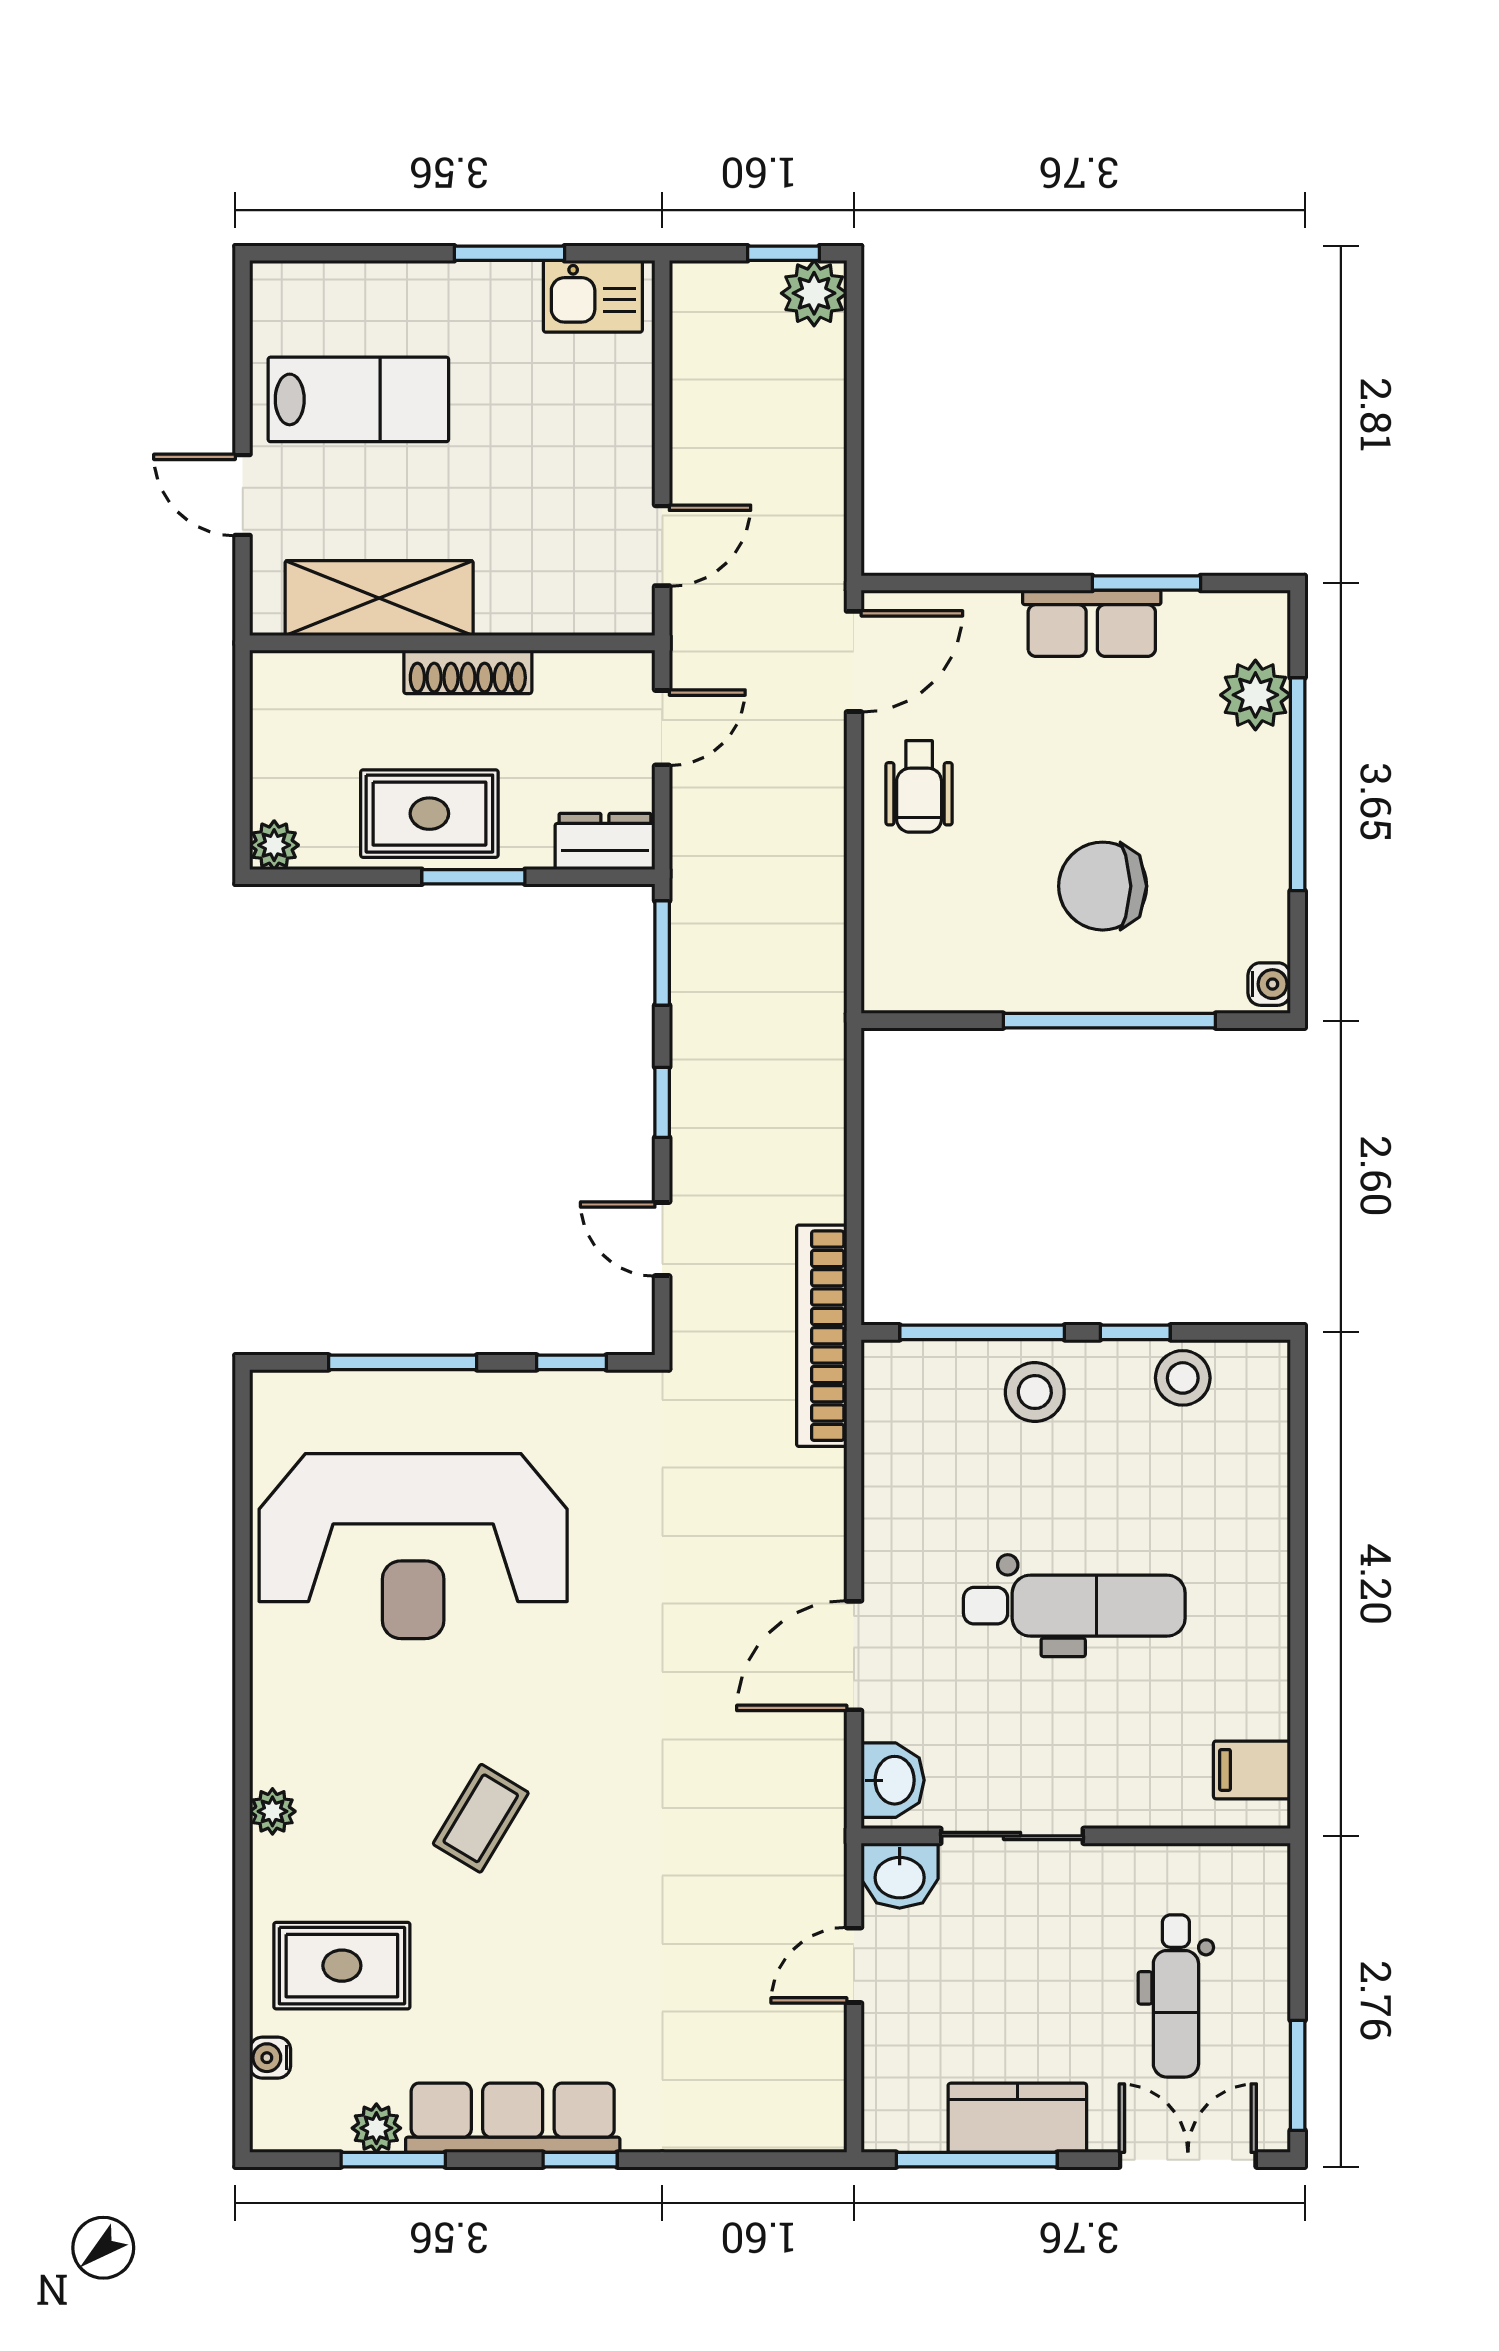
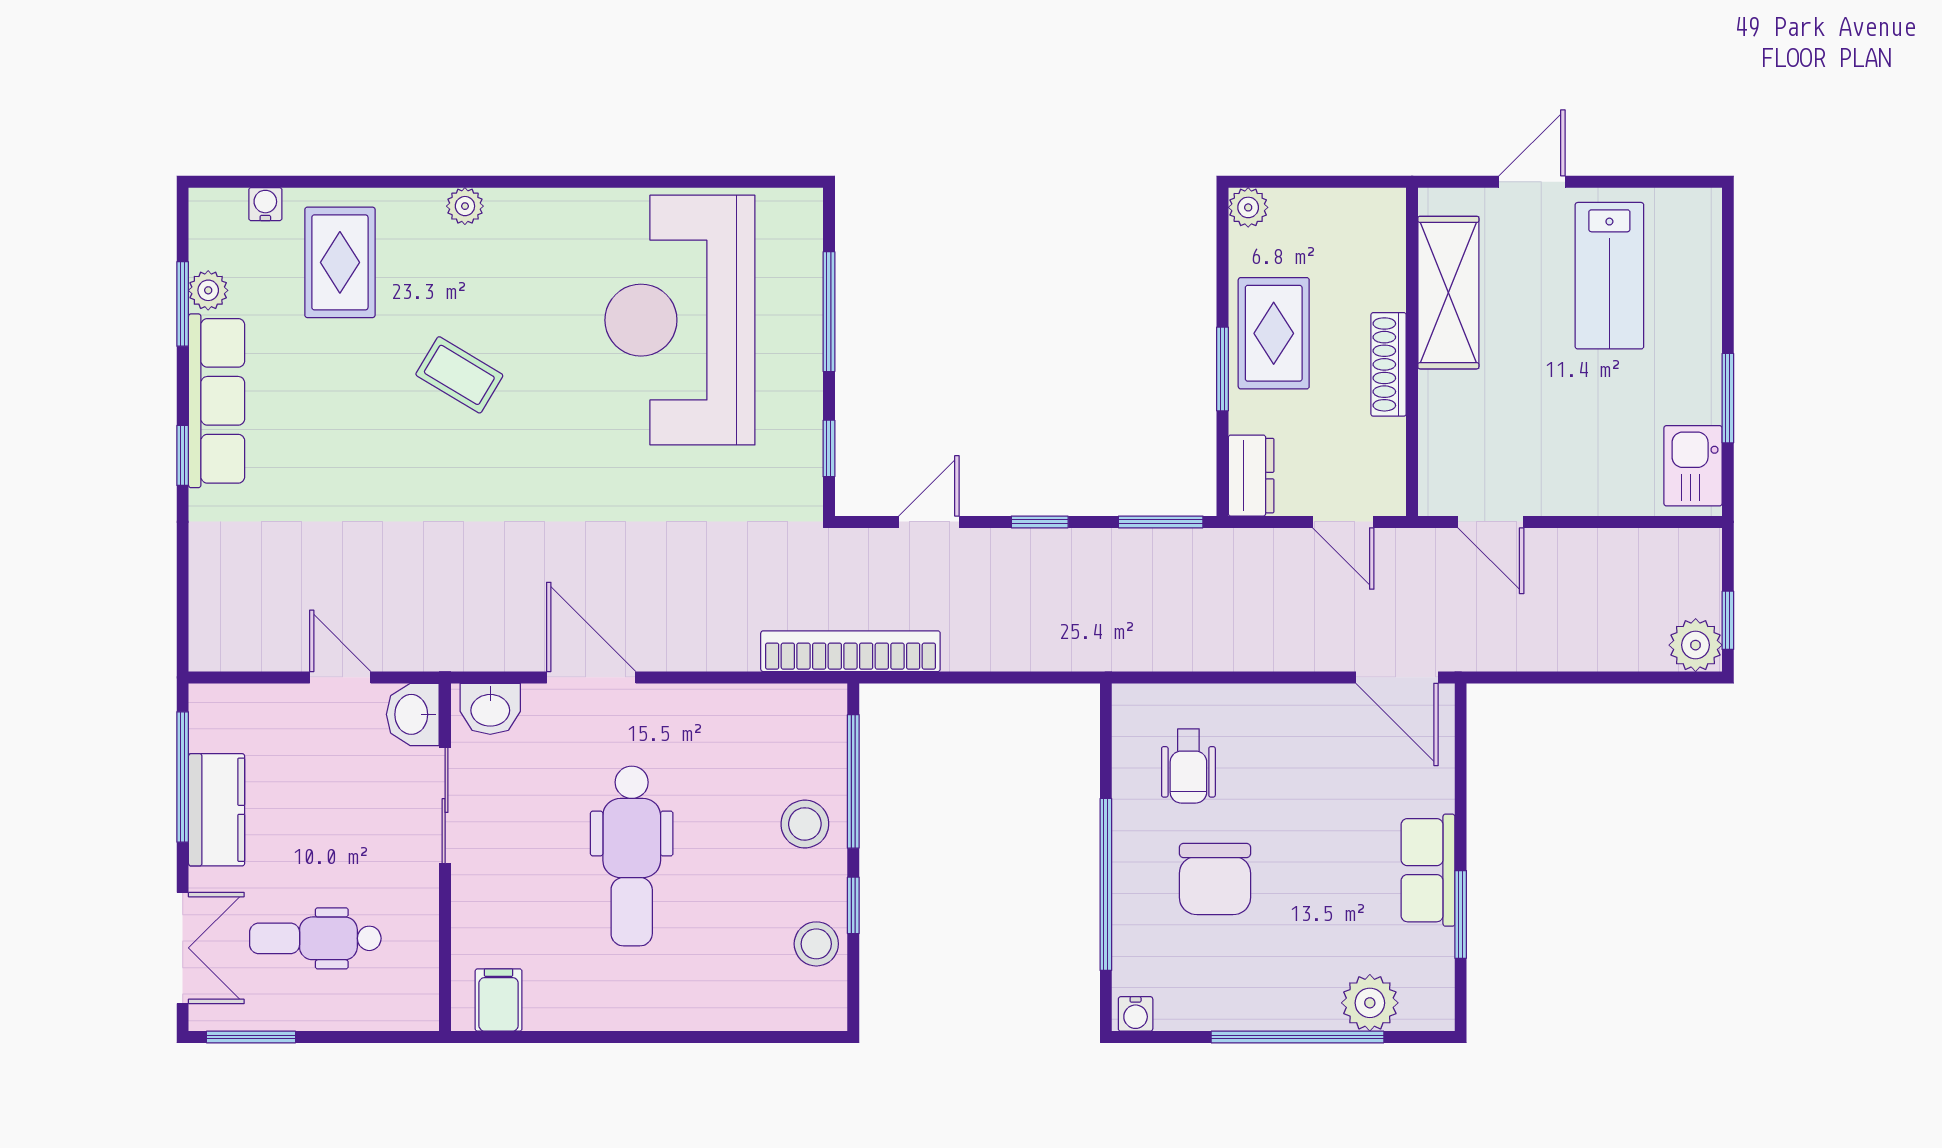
wheelchair: (919, 786) -> (1188, 766), moved, turned -90
chair: (1103, 886) -> (1215, 879), turned 180

